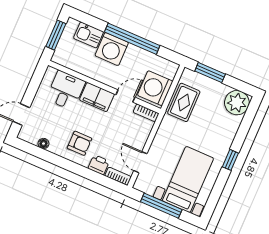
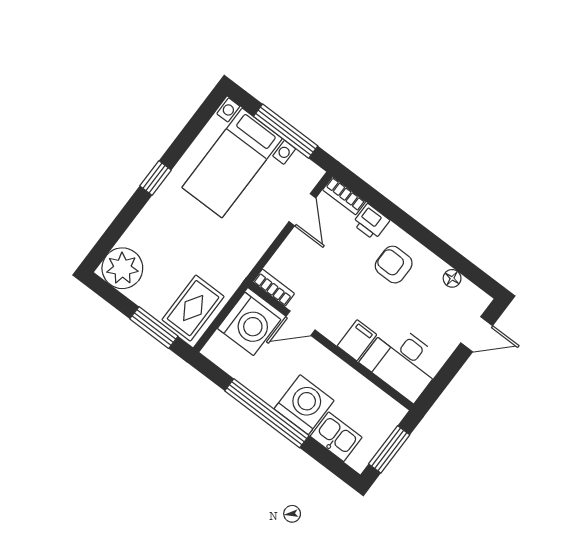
desk: (66, 90) -> (403, 362), width x1.37
filing cabinet: (97, 97) -> (357, 340), width x0.50
rug: (184, 102) -> (193, 308), moved

